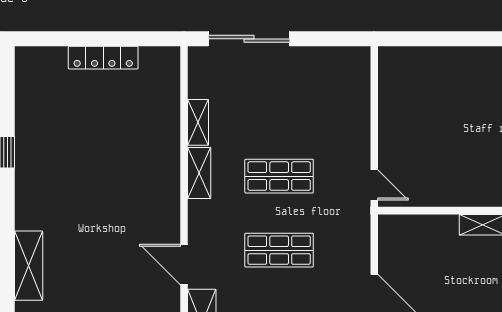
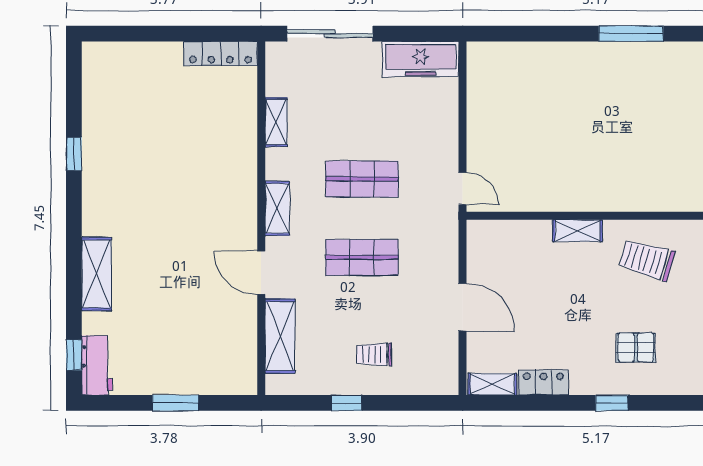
locker: (103, 58) -> (221, 54), moved
freezer: (334, 63) -> (421, 59), added
shelving: (199, 173) -> (277, 208), moved

